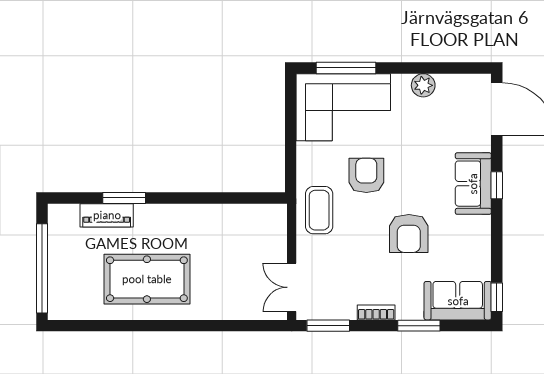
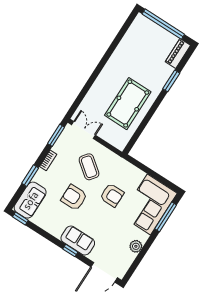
coffee table: (319, 210) -> (89, 167), moved, turned 38
piano: (107, 215) -> (178, 54), moved
pool table: (147, 279) -> (128, 104), moved

